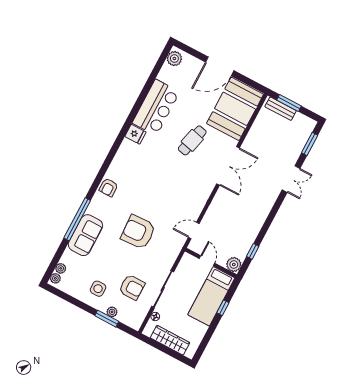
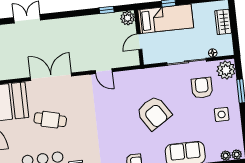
door: (194, 230) -> (104, 71), moved
armchair: (138, 232) -> (154, 113), turned -30
plant: (112, 312) -> (226, 70), moved, width x1.87, depth x1.87
wardrobe: (170, 340) -> (223, 22), width x0.67

